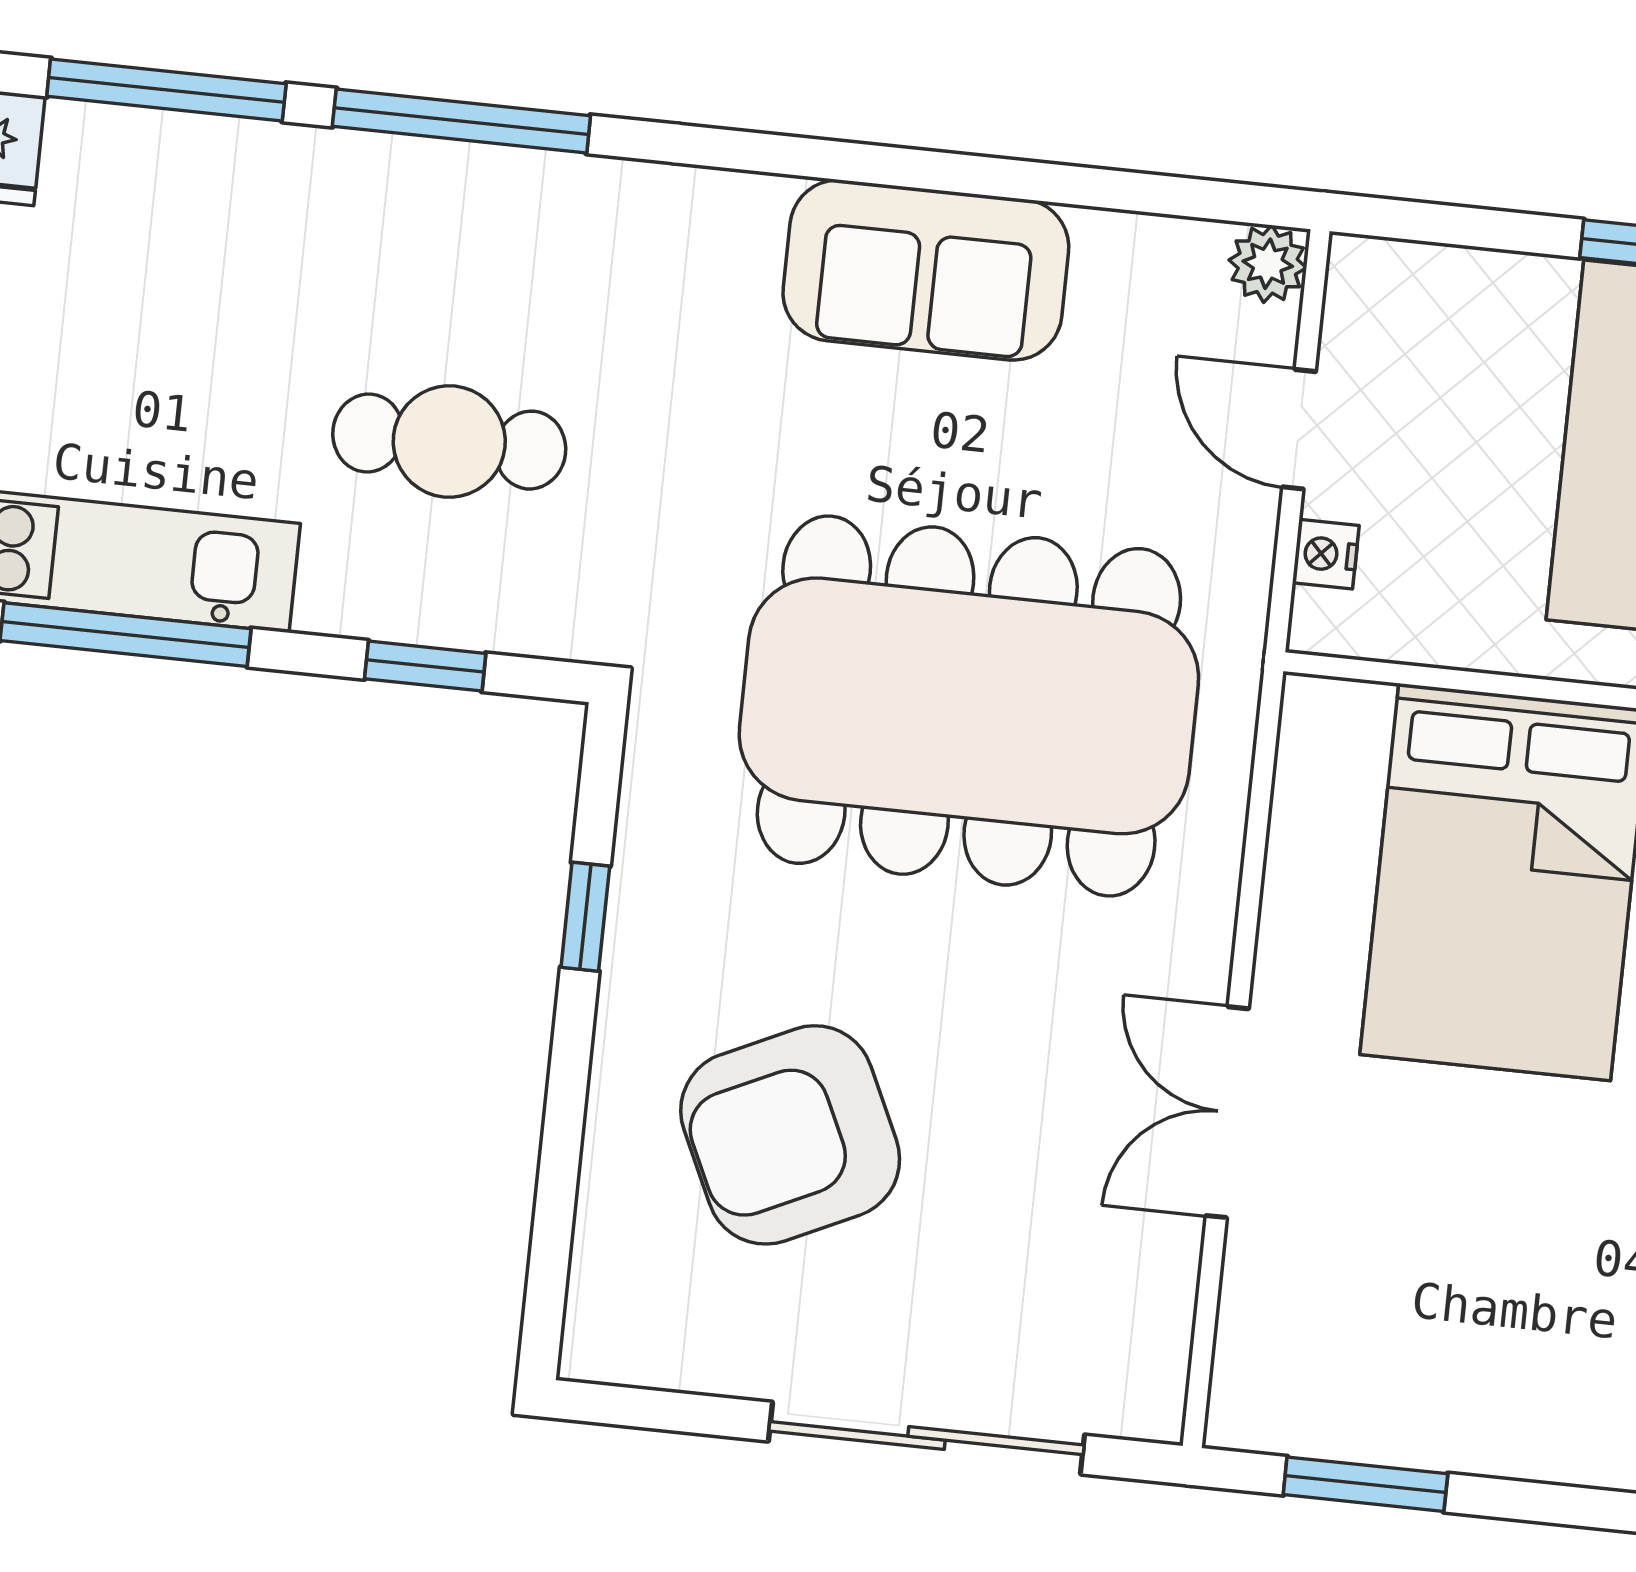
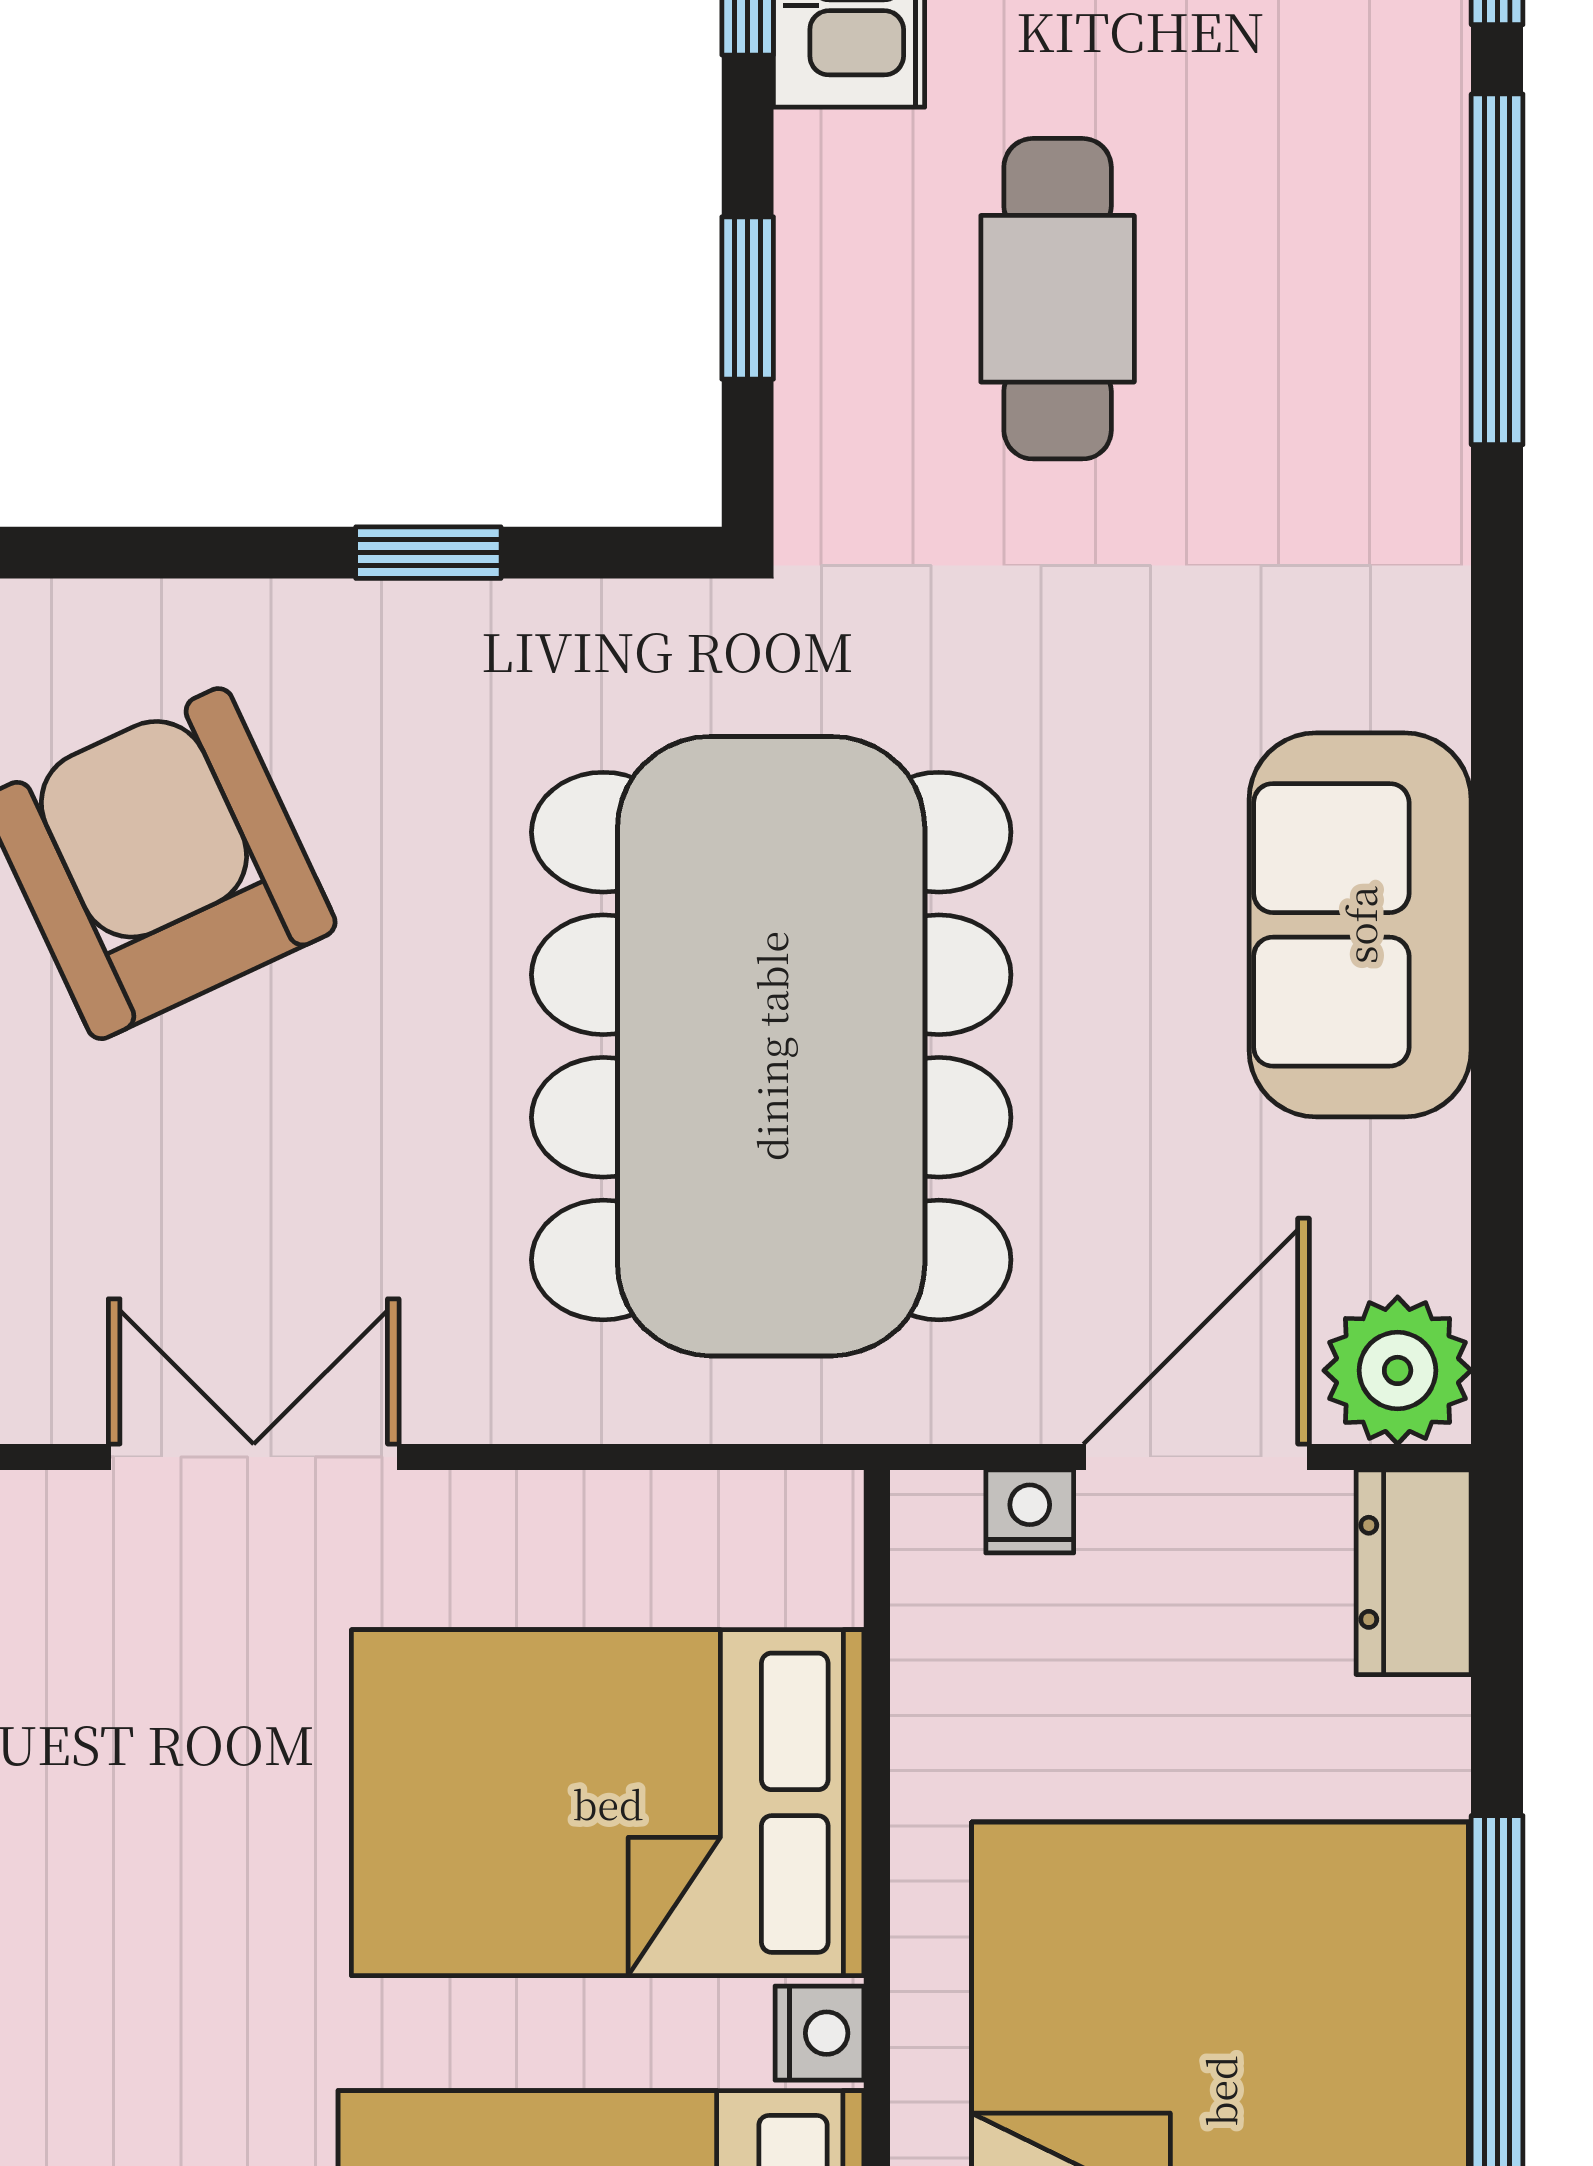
plant: (1268, 264) -> (1398, 1370), width x1.38, depth x1.38
dresser: (1399, 281) -> (1414, 1572), added
door: (1299, 429) -> (1196, 1457), width x1.38

